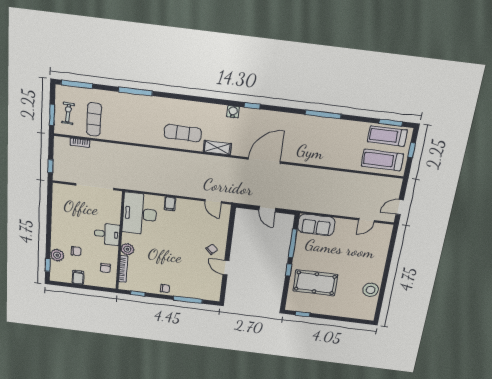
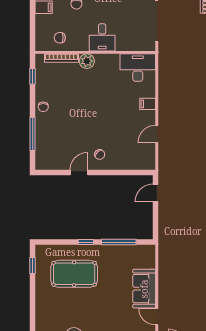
door: (213, 201) -> (157, 134), moved
door: (267, 209) -> (155, 193), moved
desk: (140, 214) -> (138, 68), width x0.73, depth x0.77
sofa: (316, 225) -> (144, 289), moved
pool table: (315, 283) -> (74, 274), turned 90

